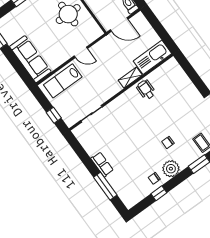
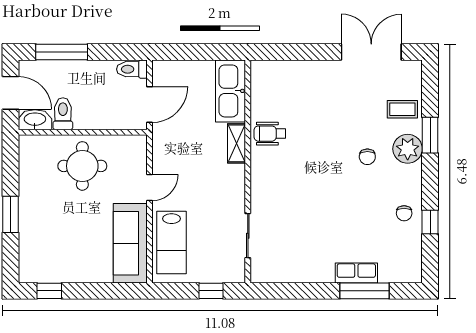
sofa: (30, 59) -> (130, 243), moved, turned -90
row of seats: (102, 164) -> (356, 273), moved
plant: (171, 169) -> (408, 149), moved

